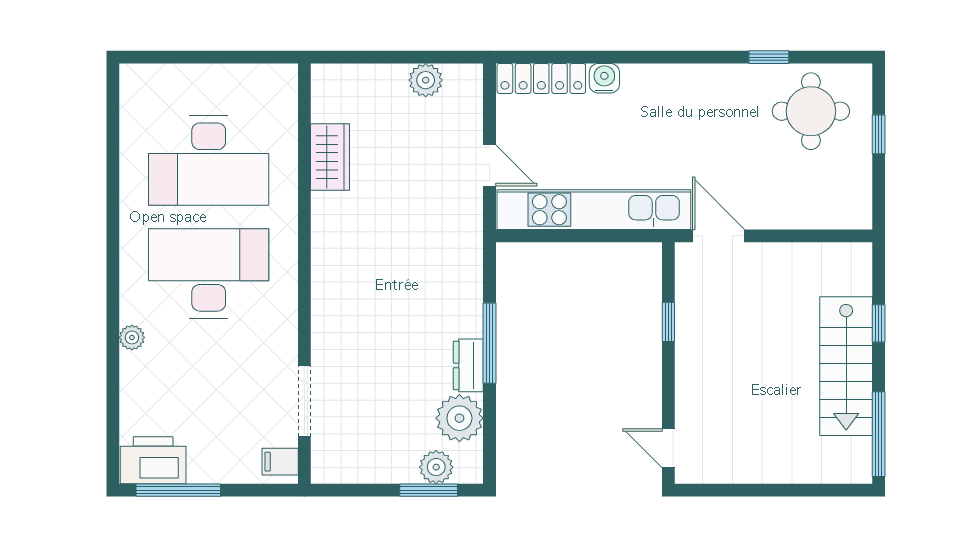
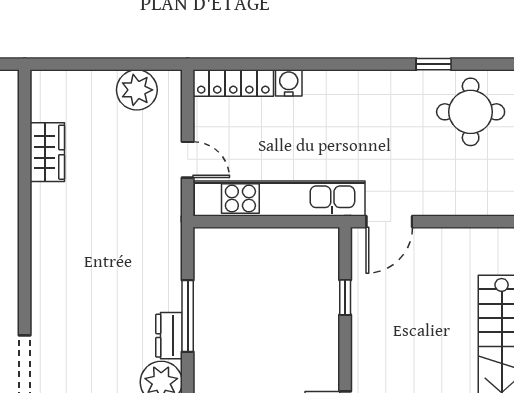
plant: (426, 80) -> (137, 90), width x1.36, depth x1.36
door: (719, 236) -> (389, 222), swing flipped

